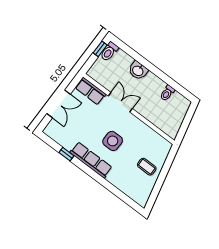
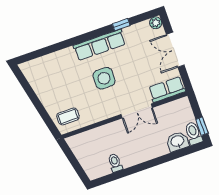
washbasin: (138, 71) -> (177, 142), moved
plant: (49, 131) -> (156, 23), added
coffee table: (147, 167) -> (68, 116), moved

